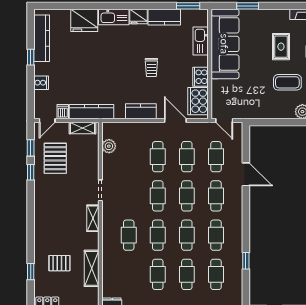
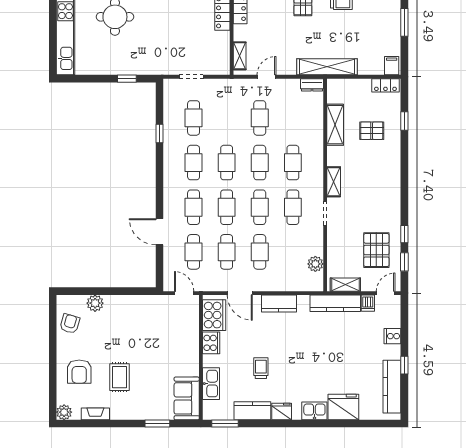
kitchen sink: (114, 17) -> (314, 411), width x0.73
sofa: (225, 44) -> (187, 398), width x0.54, depth x0.79
trolley: (151, 68) -> (261, 368), moved
coffee table: (287, 82) -> (112, 336), removed
cafe table: (187, 274) -> (293, 207), moved

